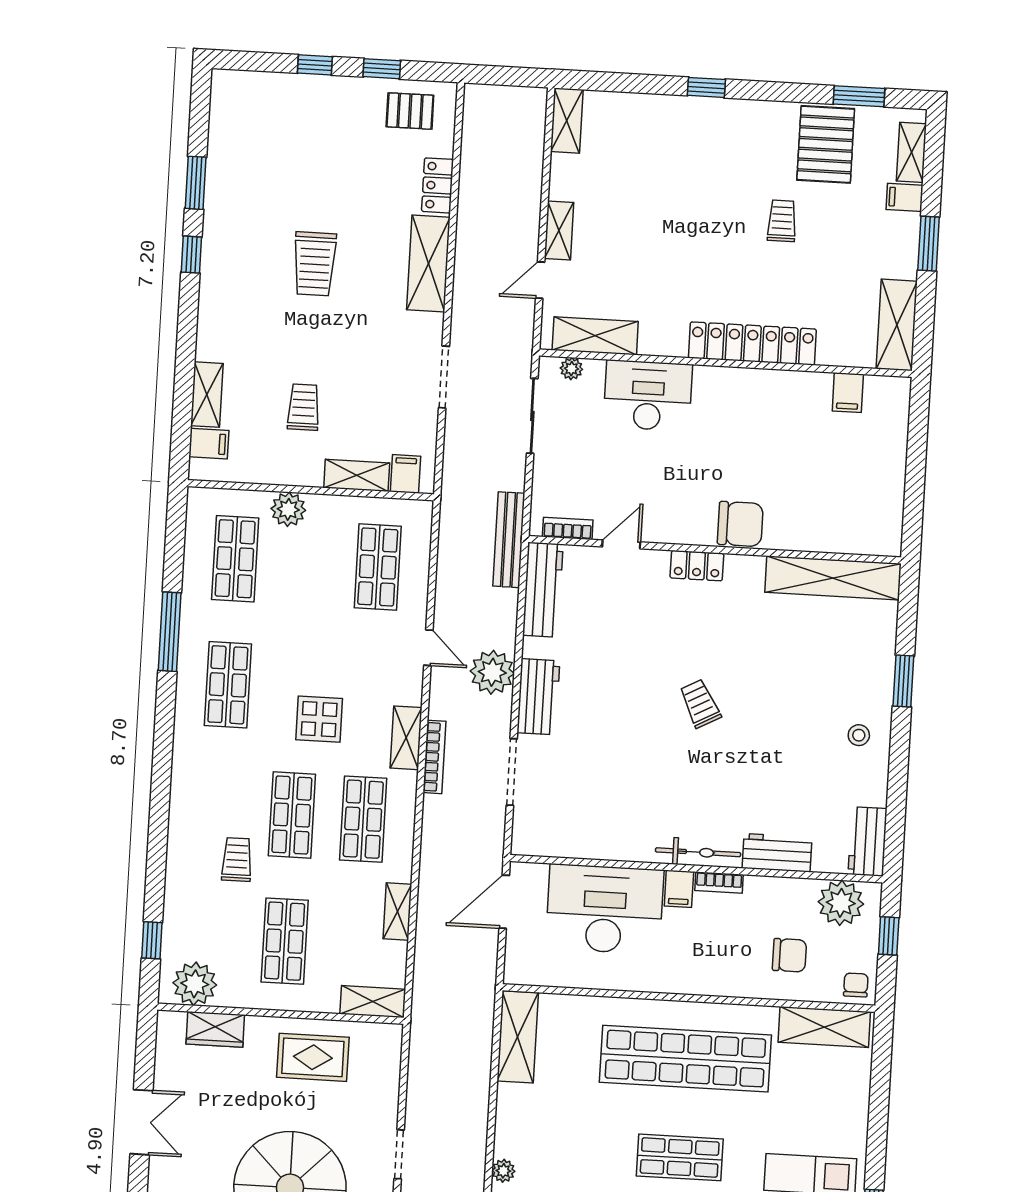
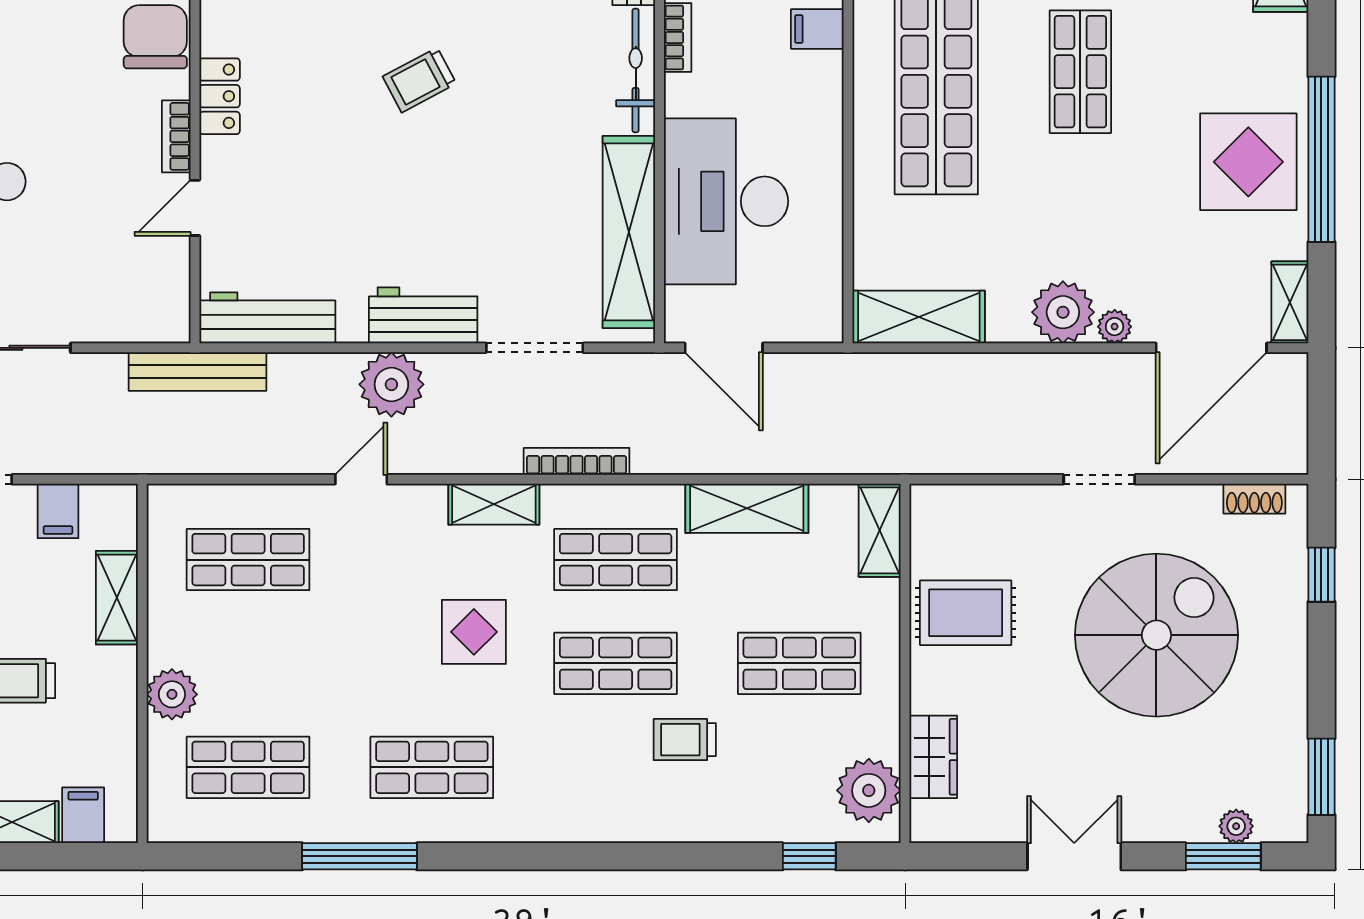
filing cabinet: (405, 474) -> (58, 511), moved, turned -90
bookcase: (568, 528) -> (176, 136), moved
door: (621, 544) -> (195, 208), hinge flipped
bookcase: (434, 757) -> (577, 461), moved
shelving: (587, 841) -> (629, 232), added
filing cabinet: (679, 889) -> (817, 29), moved, turned 180
shelving: (397, 912) -> (747, 508), width x1.50, depth x1.33
rug: (313, 1057) -> (966, 613), turned 90
plant: (515, 1136) -> (1063, 312), added

